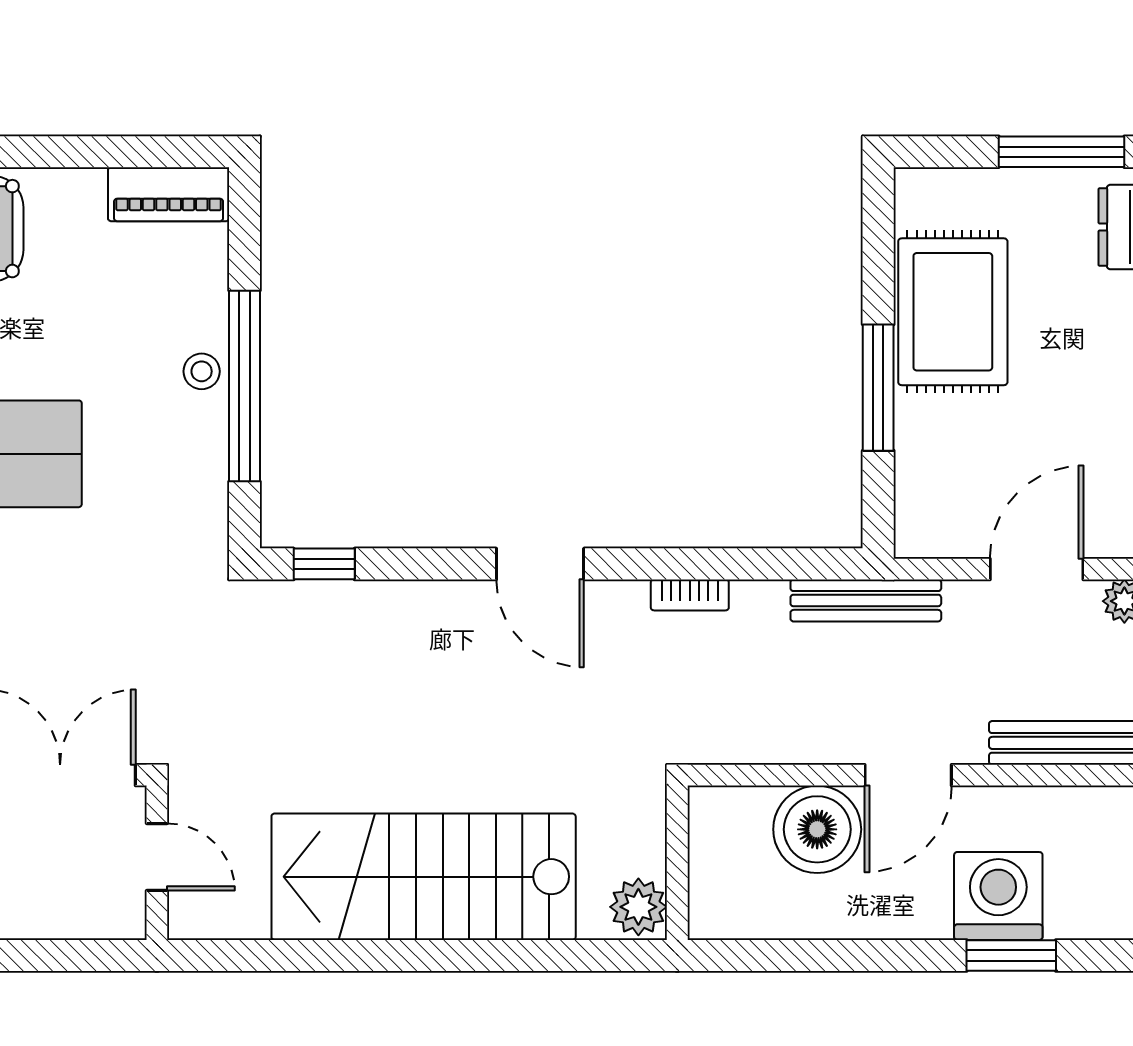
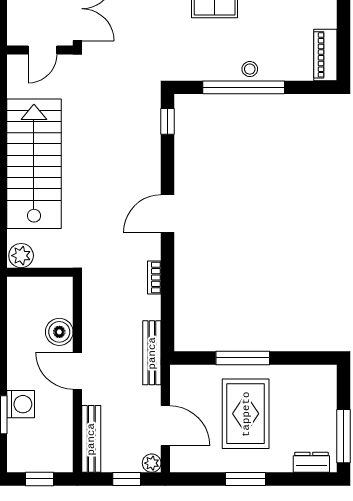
rug: (953, 312) -> (246, 414), moved, turned 90
boiler: (817, 829) -> (59, 332), width x0.73, depth x0.73
washing machine: (998, 896) -> (21, 404), width x0.73, depth x0.73

